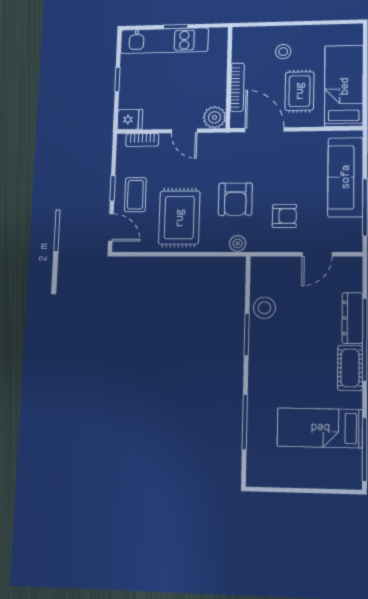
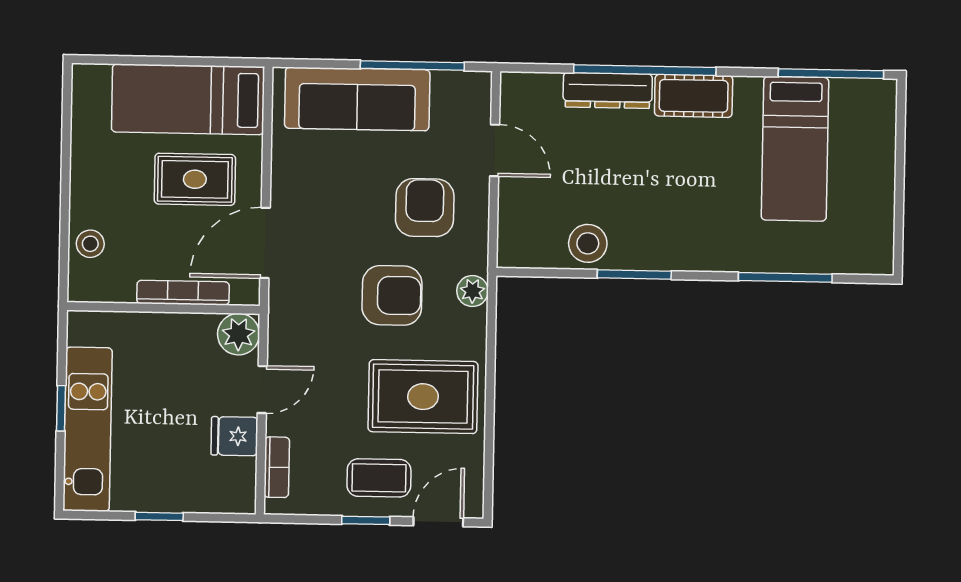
stool: (283, 52) -> (90, 244), moved
fridge: (130, 119) -> (234, 436), moved, turned -90
armchair: (284, 216) -> (425, 208), width x1.38, depth x1.38

